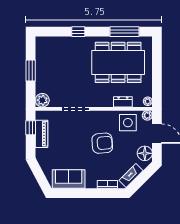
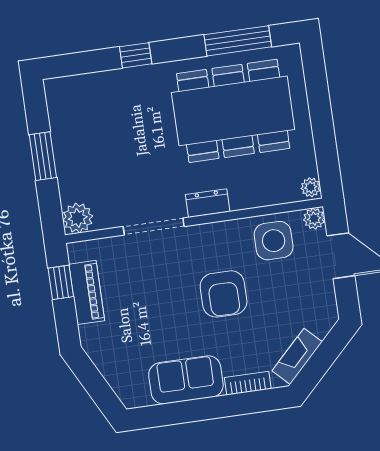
dresser: (123, 102) -> (208, 203), moved
armchair: (102, 143) -> (224, 294), turned 95
floor lamp: (145, 153) -> (320, 303), removed
sofa: (69, 179) -> (186, 380), moved

